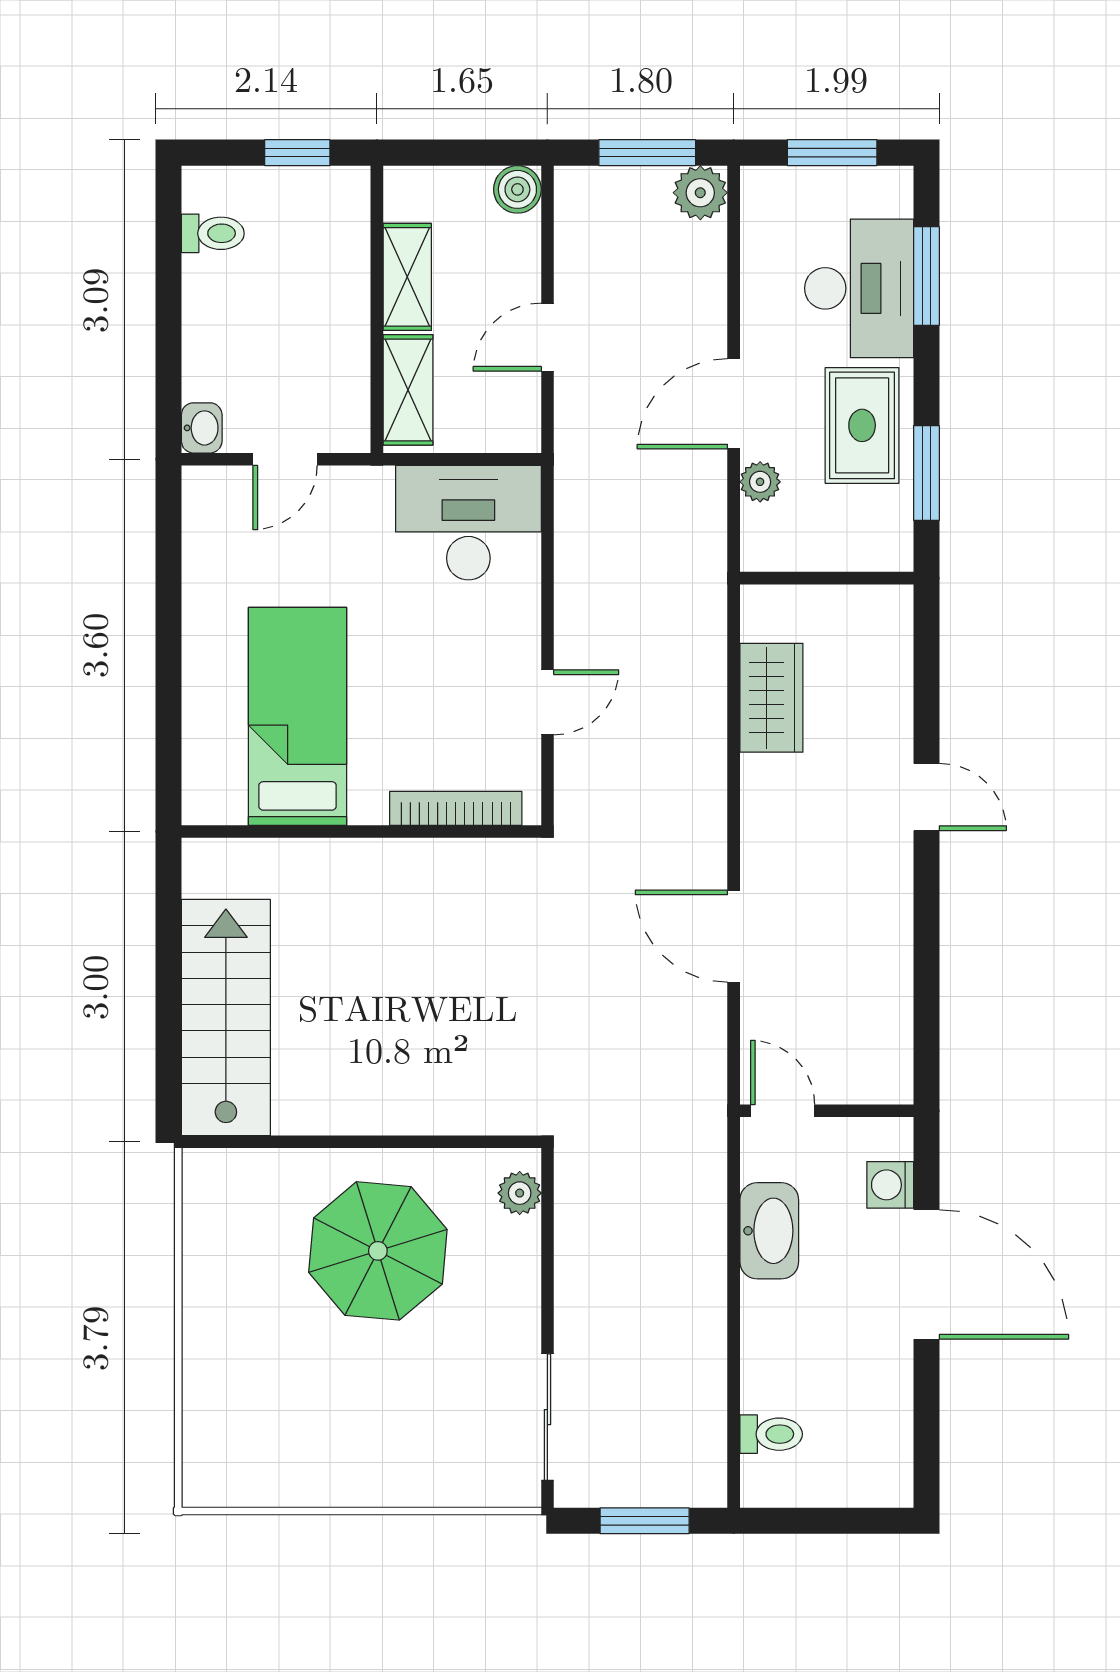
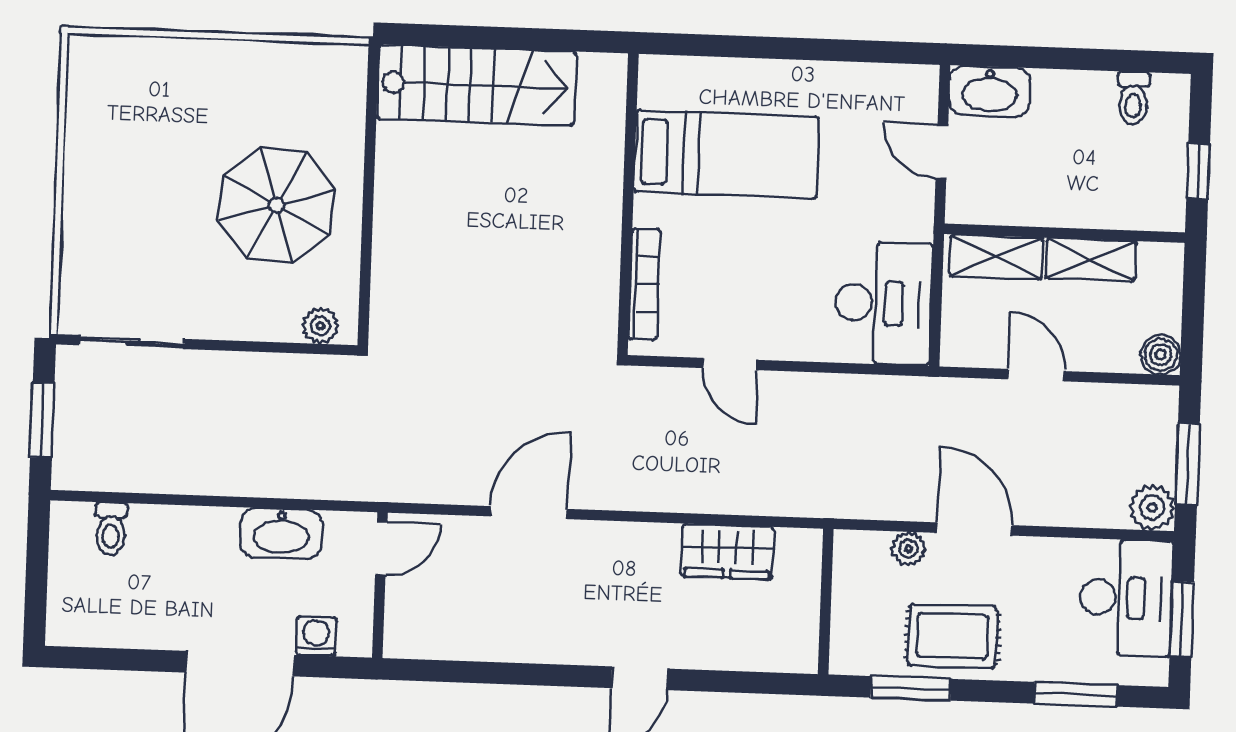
desk: (859, 288) -> (1126, 598), moved, turned -90
washbasin: (202, 428) -> (990, 91), width x1.91, depth x1.45

